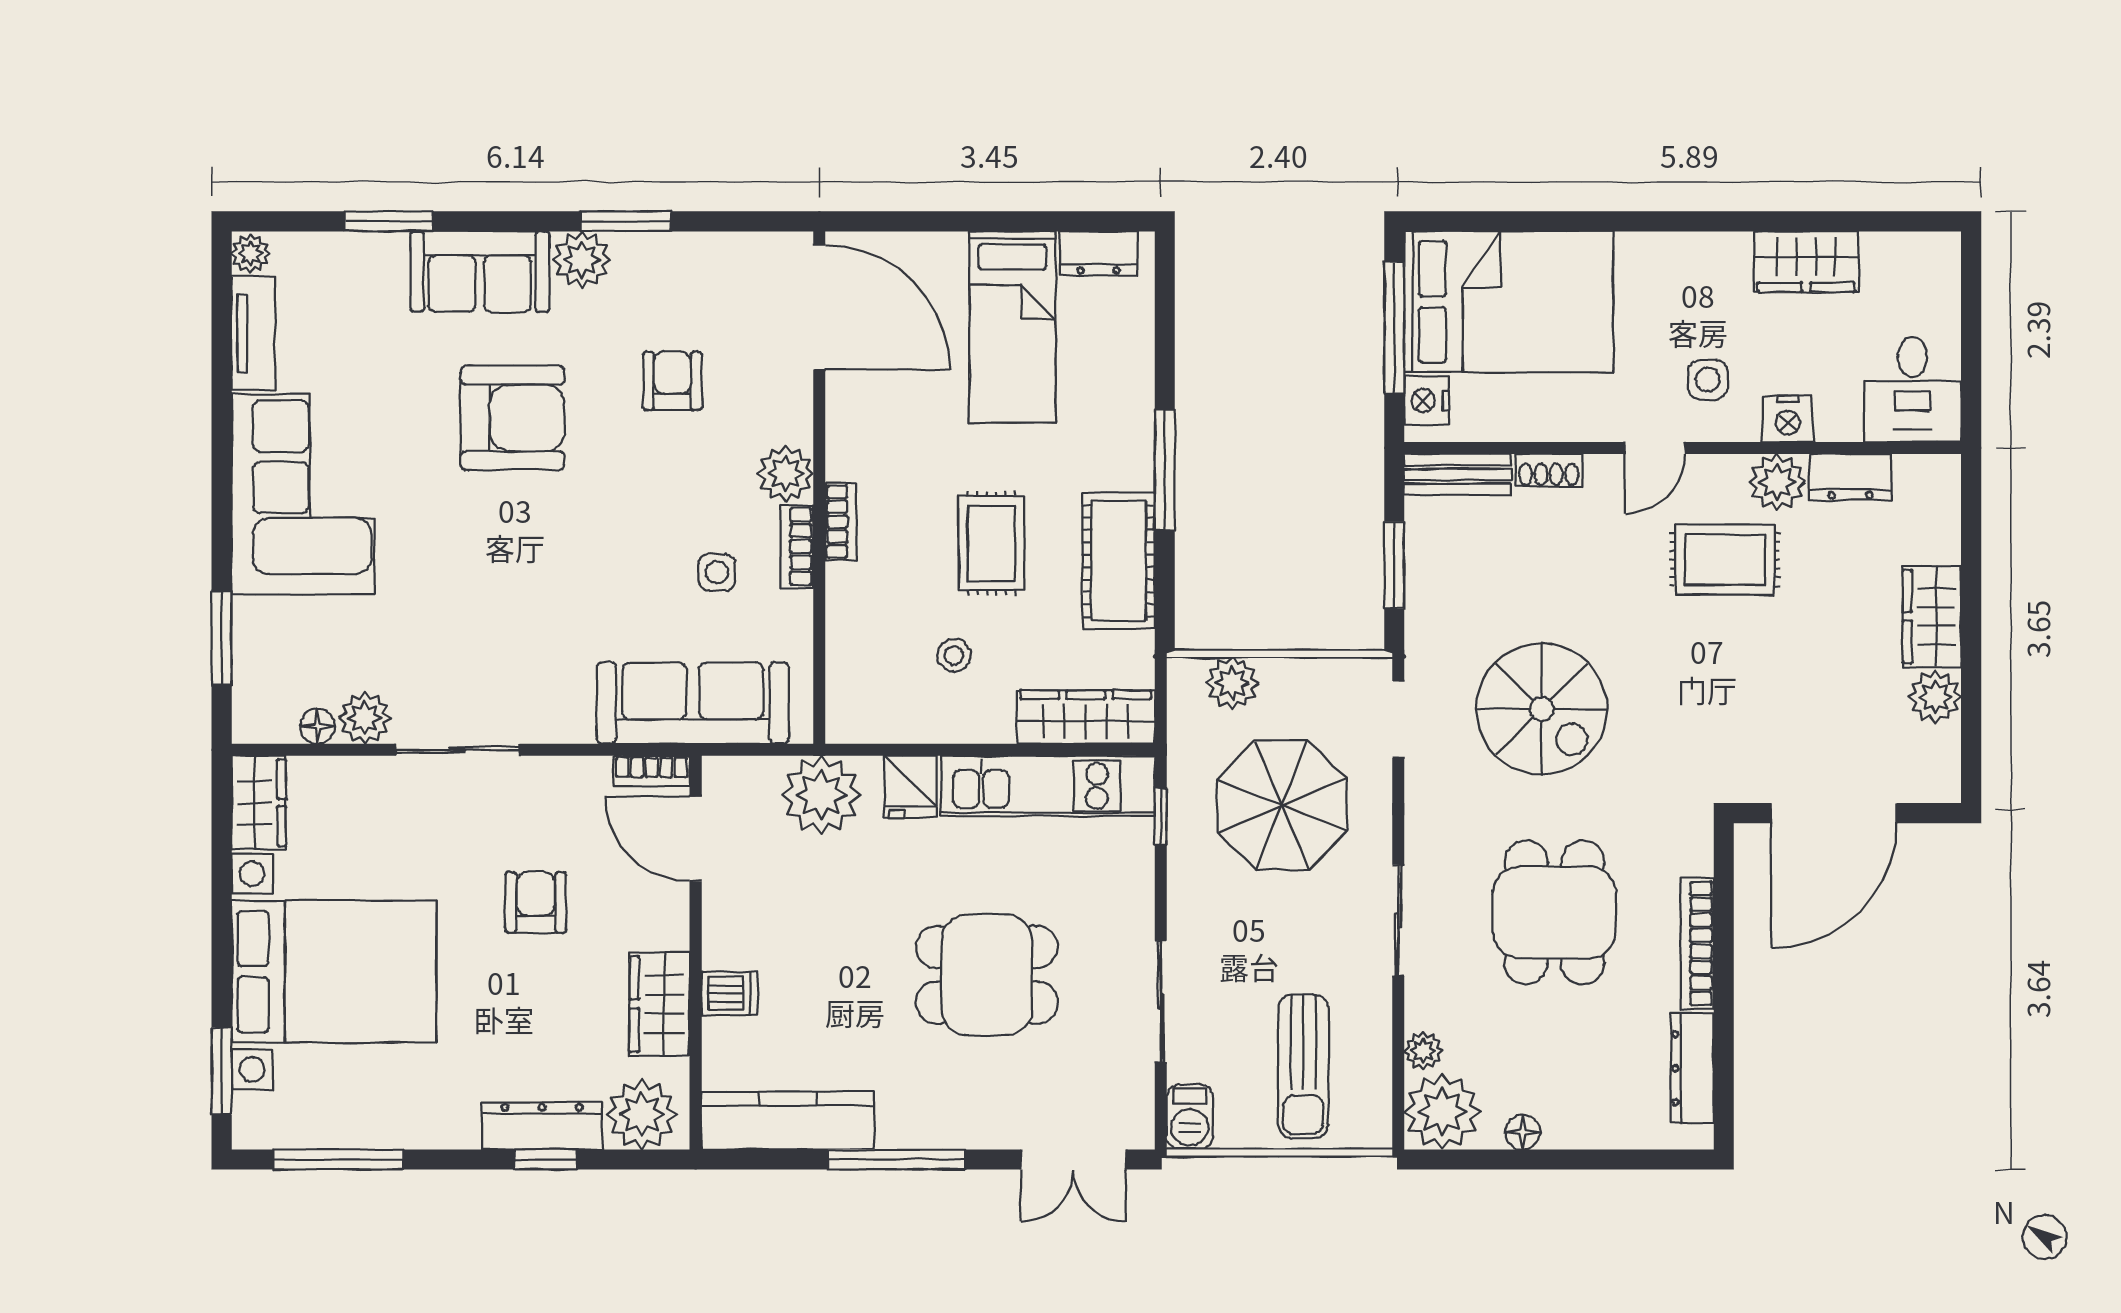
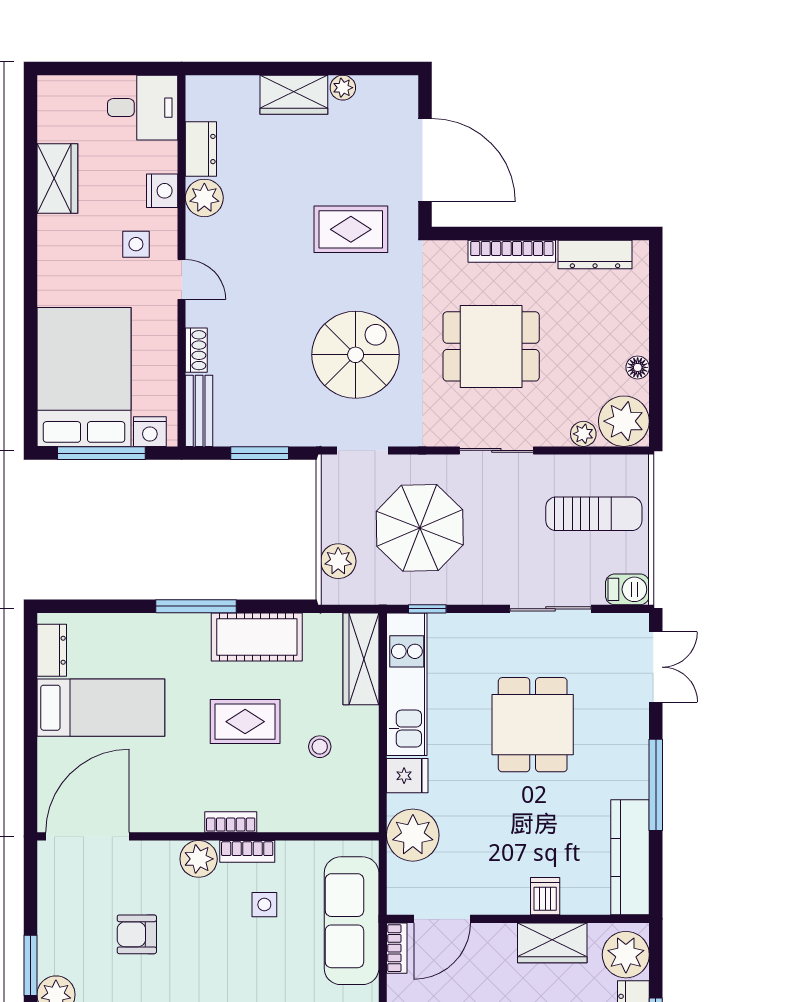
rug: (1725, 560) -> (351, 229), moved, turned 90
plant: (1935, 697) -> (343, 88), width x0.73, depth x0.73

